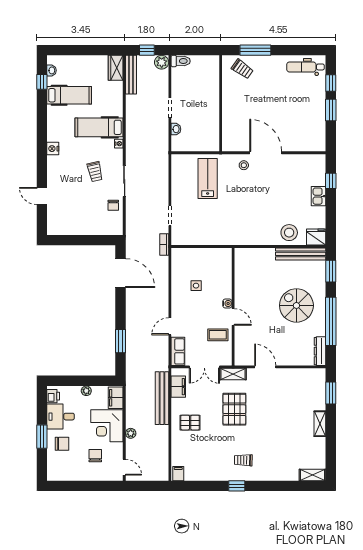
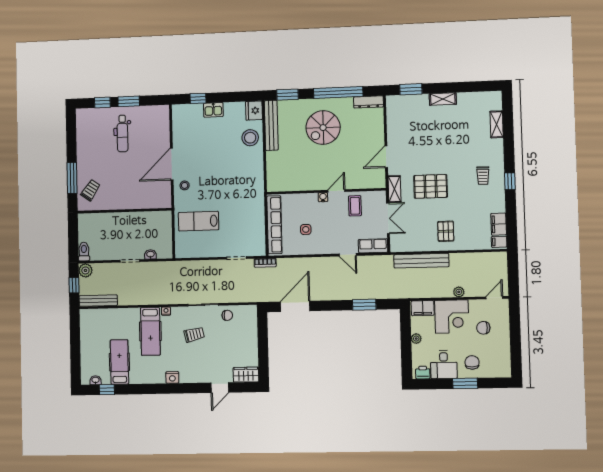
dental chair: (305, 67) -> (122, 133), moved
wardrobe: (116, 68) -> (246, 375), moved, turned 180
row of seats: (202, 255) -> (274, 225), added
filing cabinet: (178, 387) -> (499, 224), moved, turned -90
shelving: (313, 475) -> (497, 124), moved

